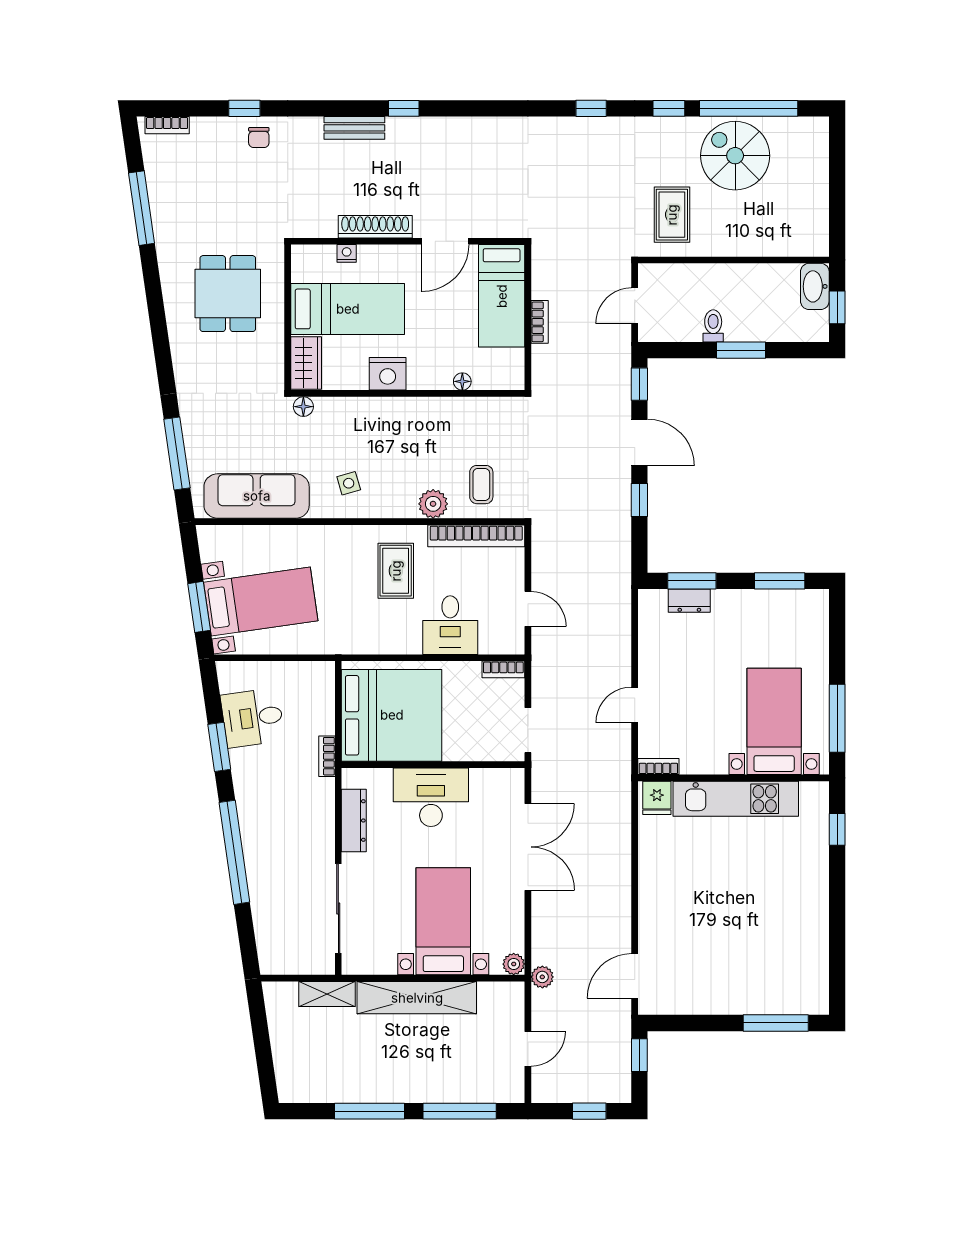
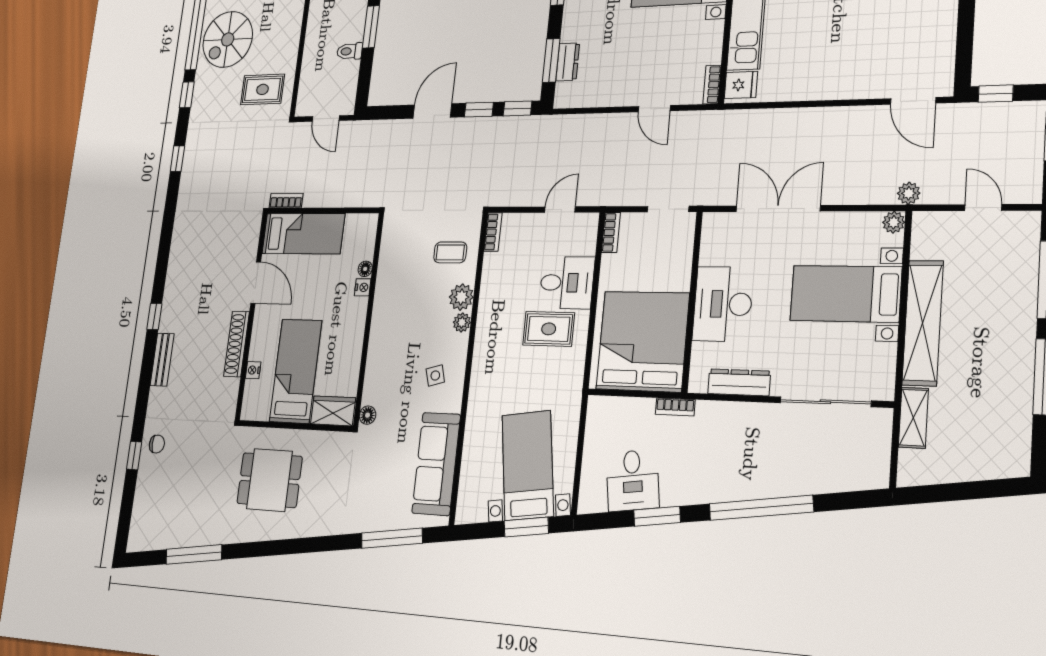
bookcase: (167, 125) -> (136, 526), removed
bookcase: (540, 322) -> (286, 201), moved
nightstand: (388, 374) -> (363, 287), moved, width x0.53, depth x0.56
window: (639, 384) -> (518, 108), moved
plant: (406, 508) -> (462, 322), added
bookcase: (476, 536) -> (493, 232), width x0.43, depth x0.76
rug: (396, 571) -> (549, 329), moved

